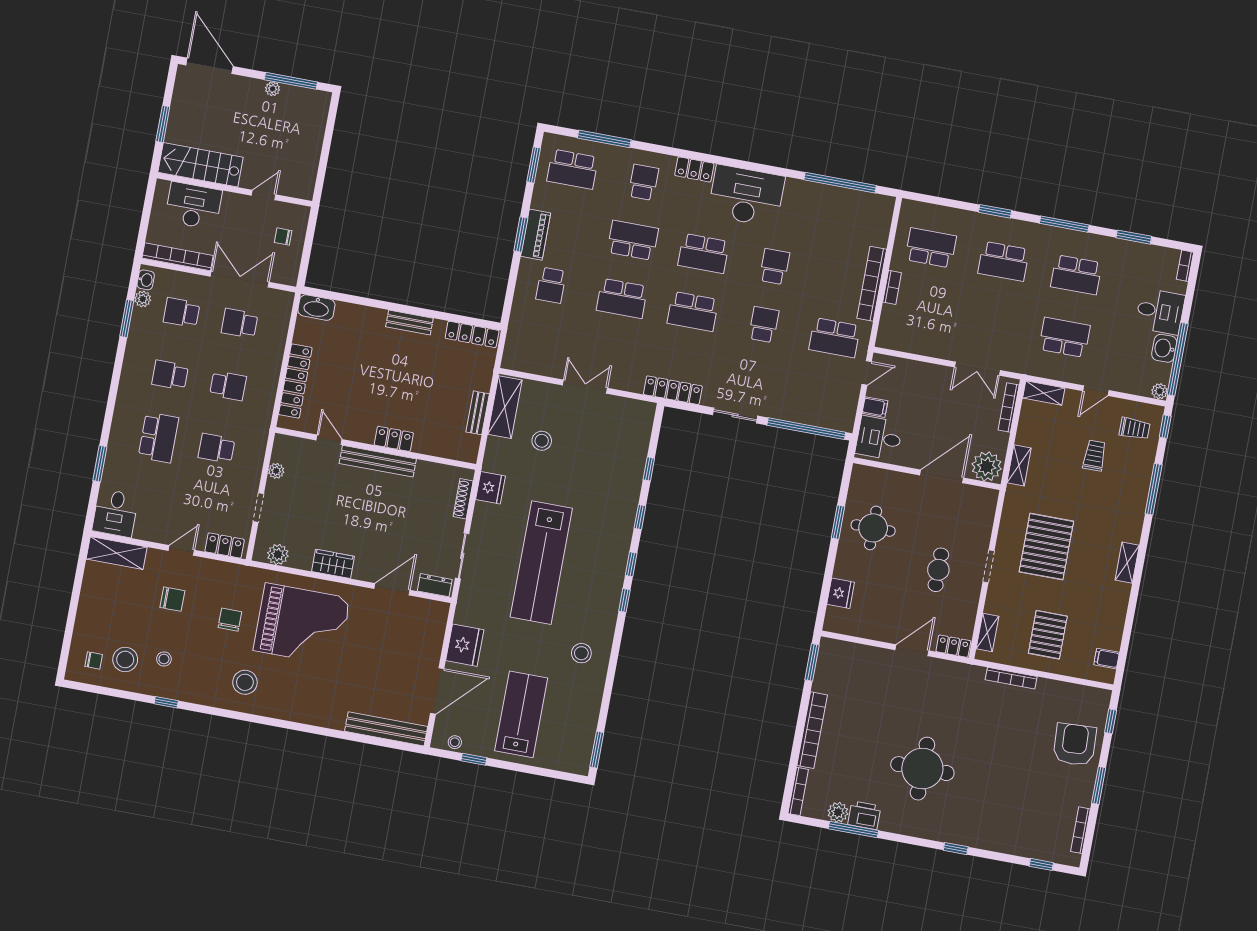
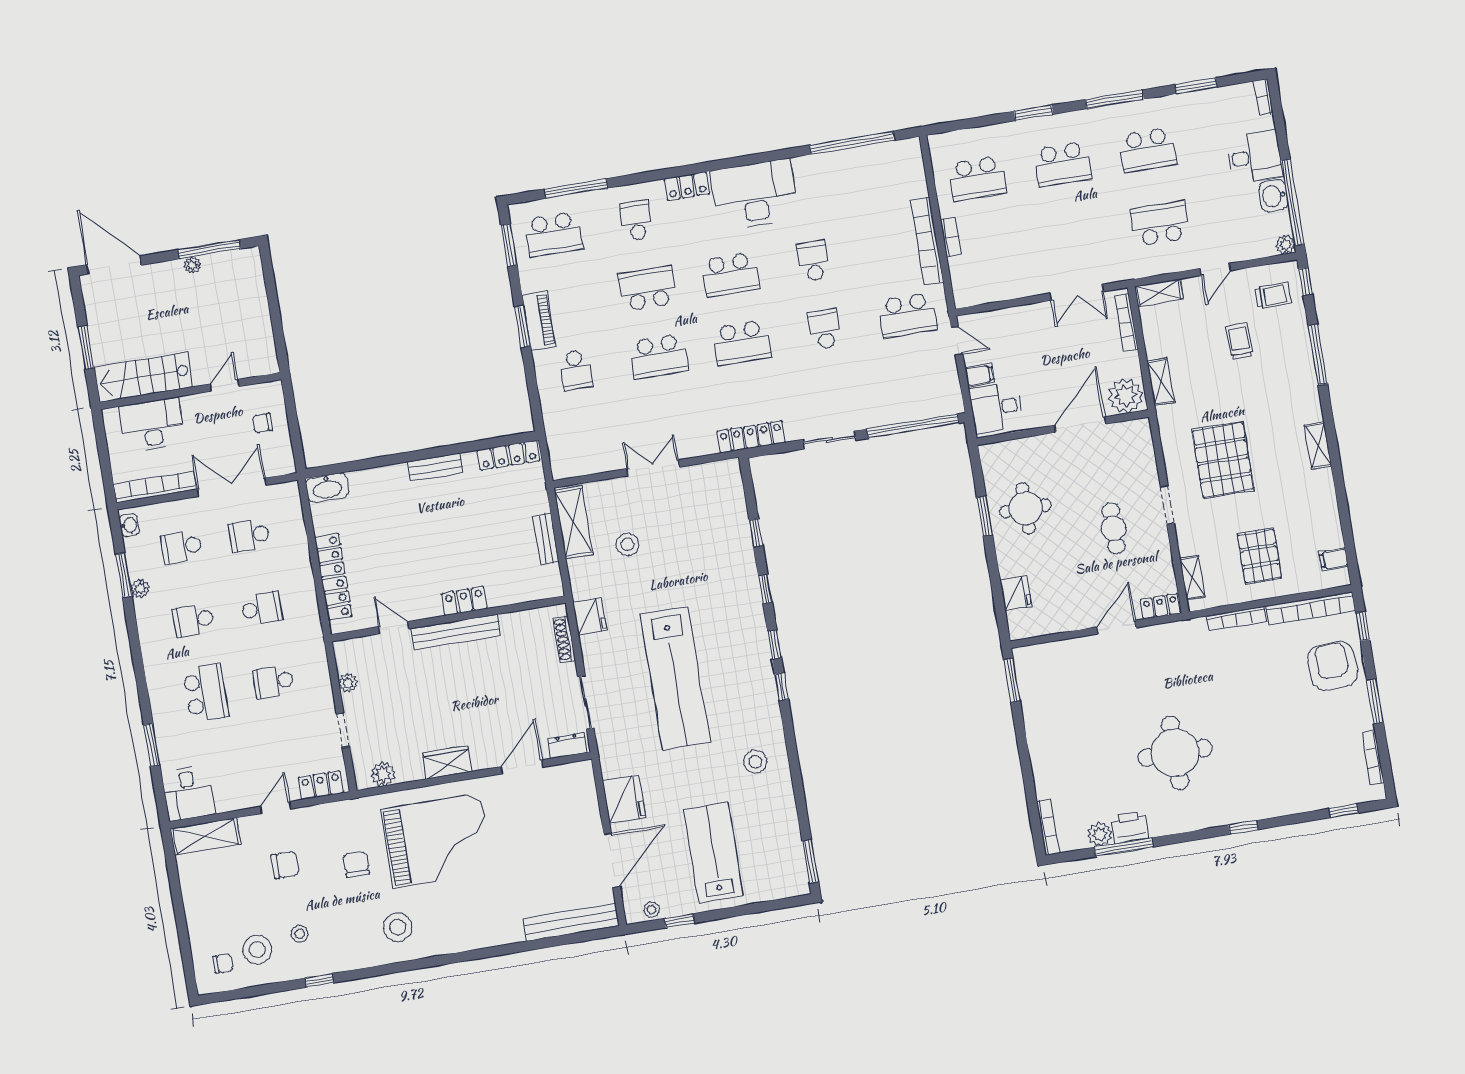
school desk: (931, 248) -> (977, 178), turned 180
plant: (143, 299) -> (140, 588), moved
door: (867, 373) -> (957, 341), hinge flipped
bookcase: (812, 730) -> (1311, 609), moved, turned 90

